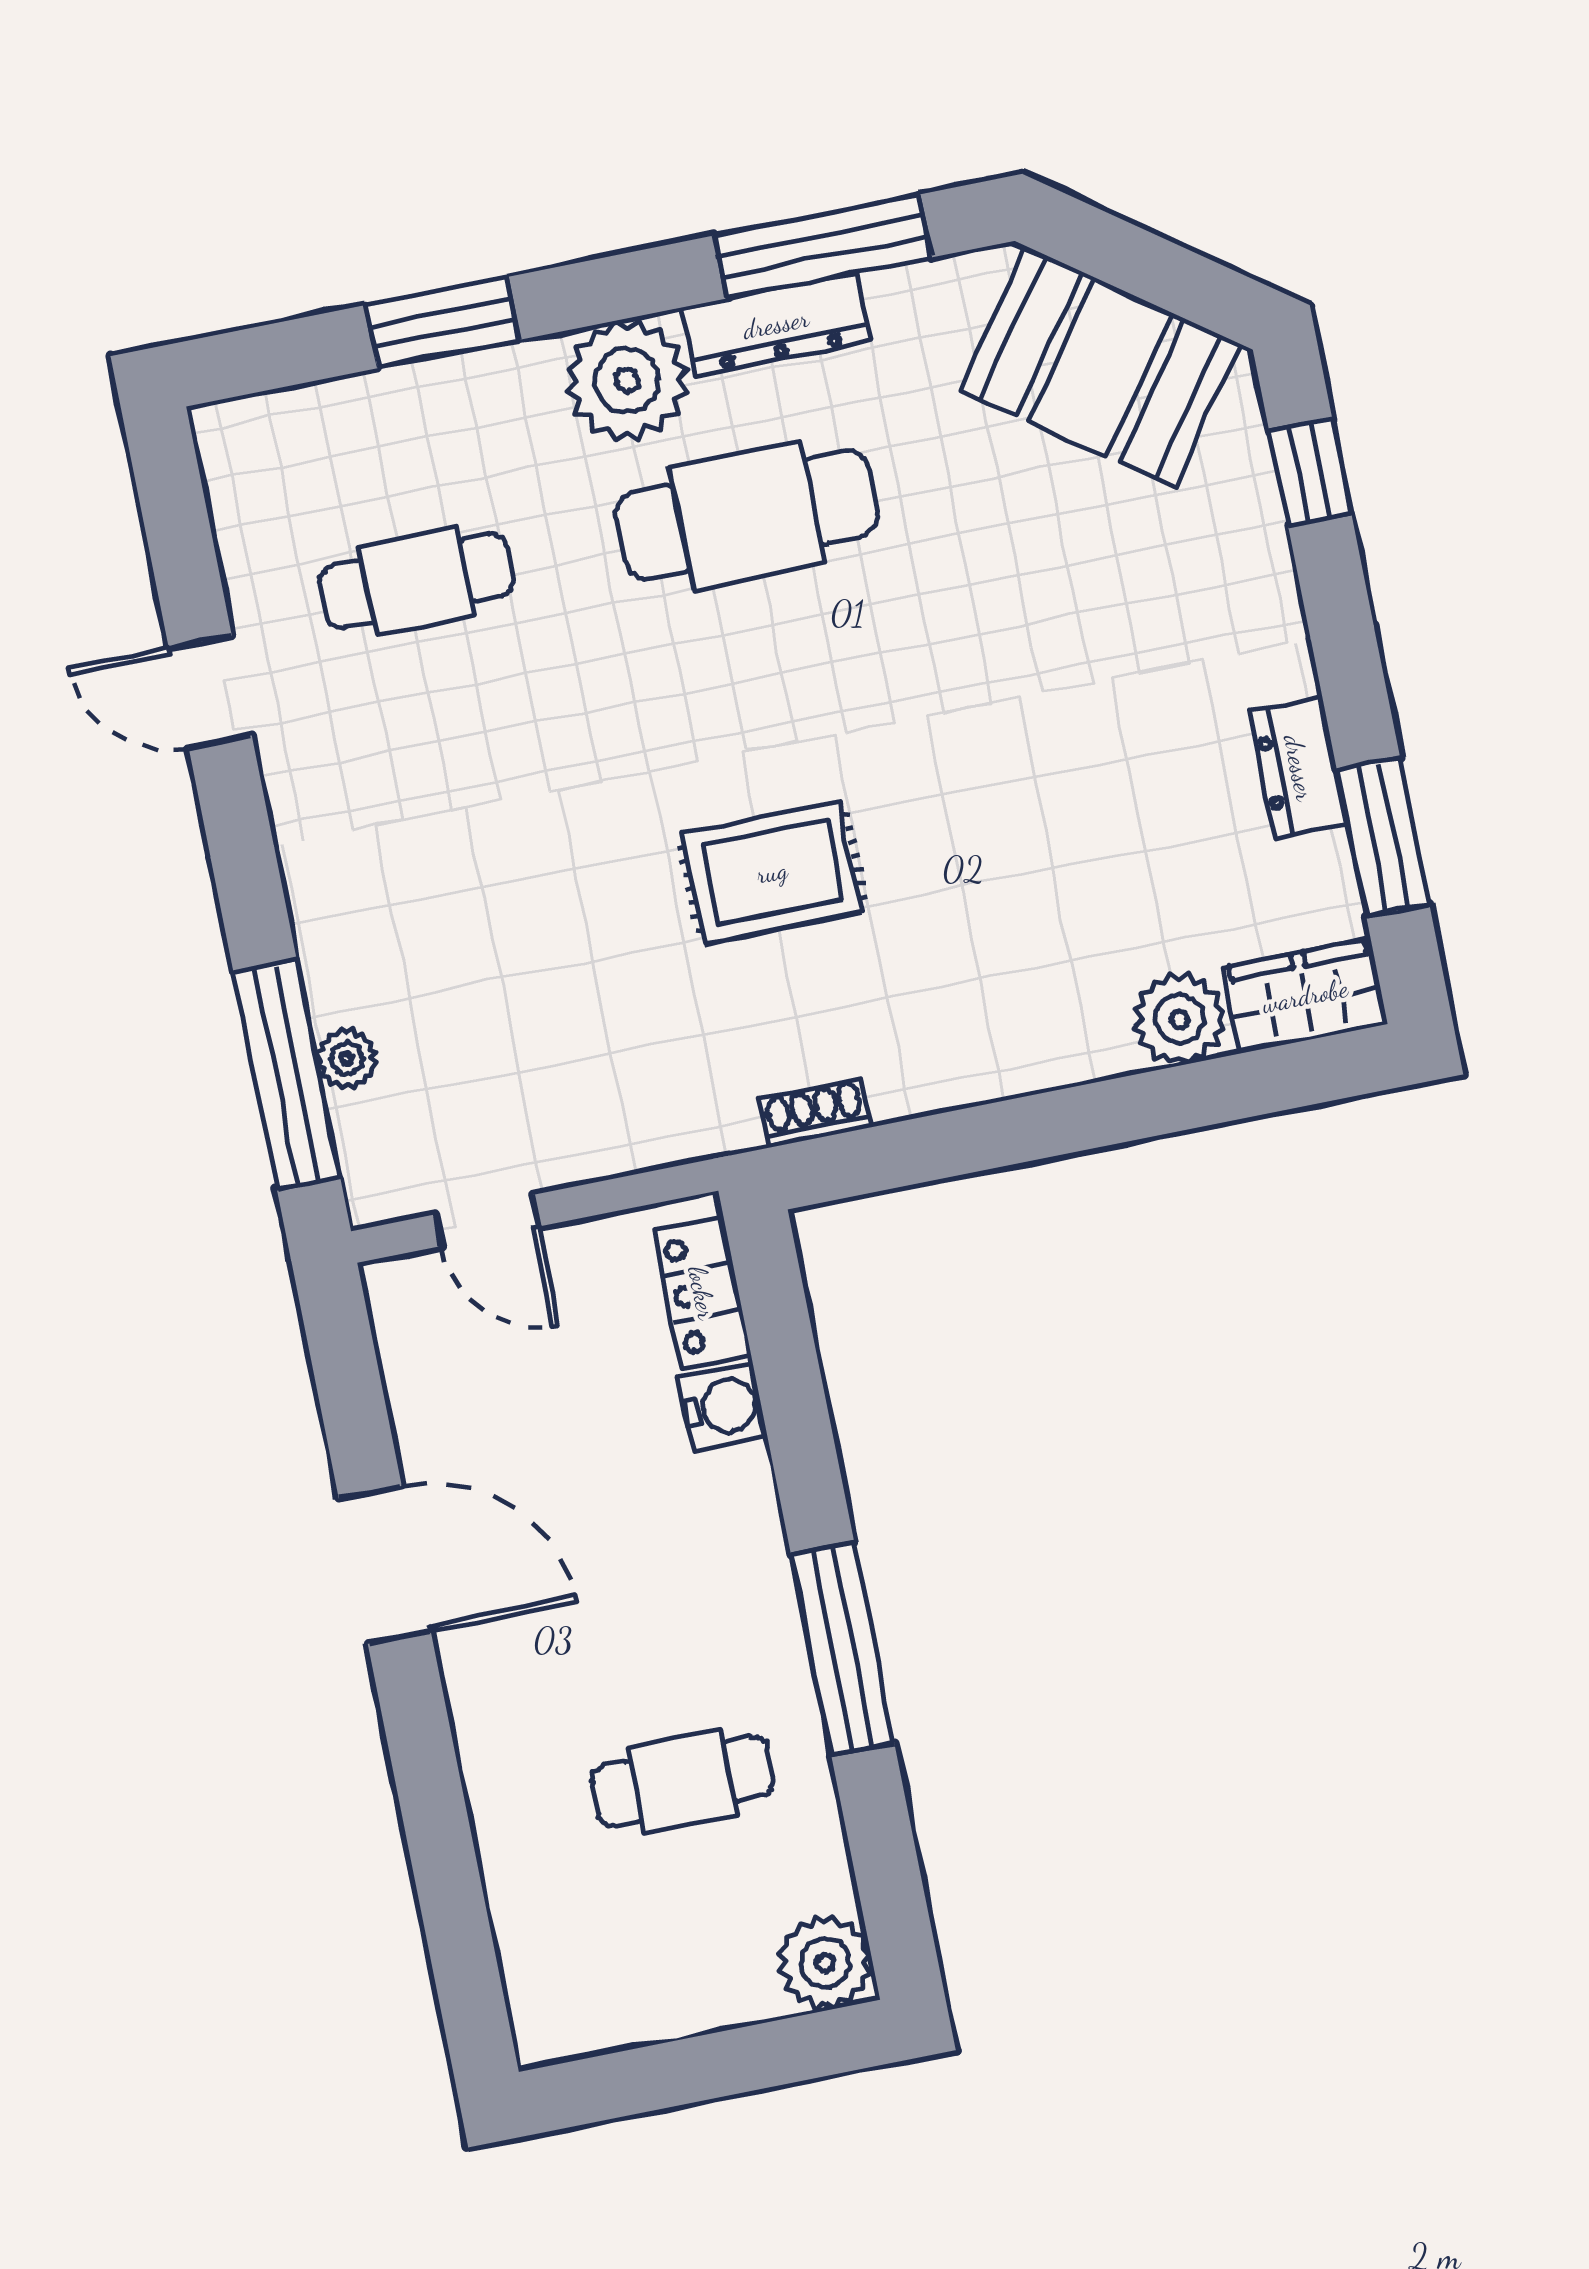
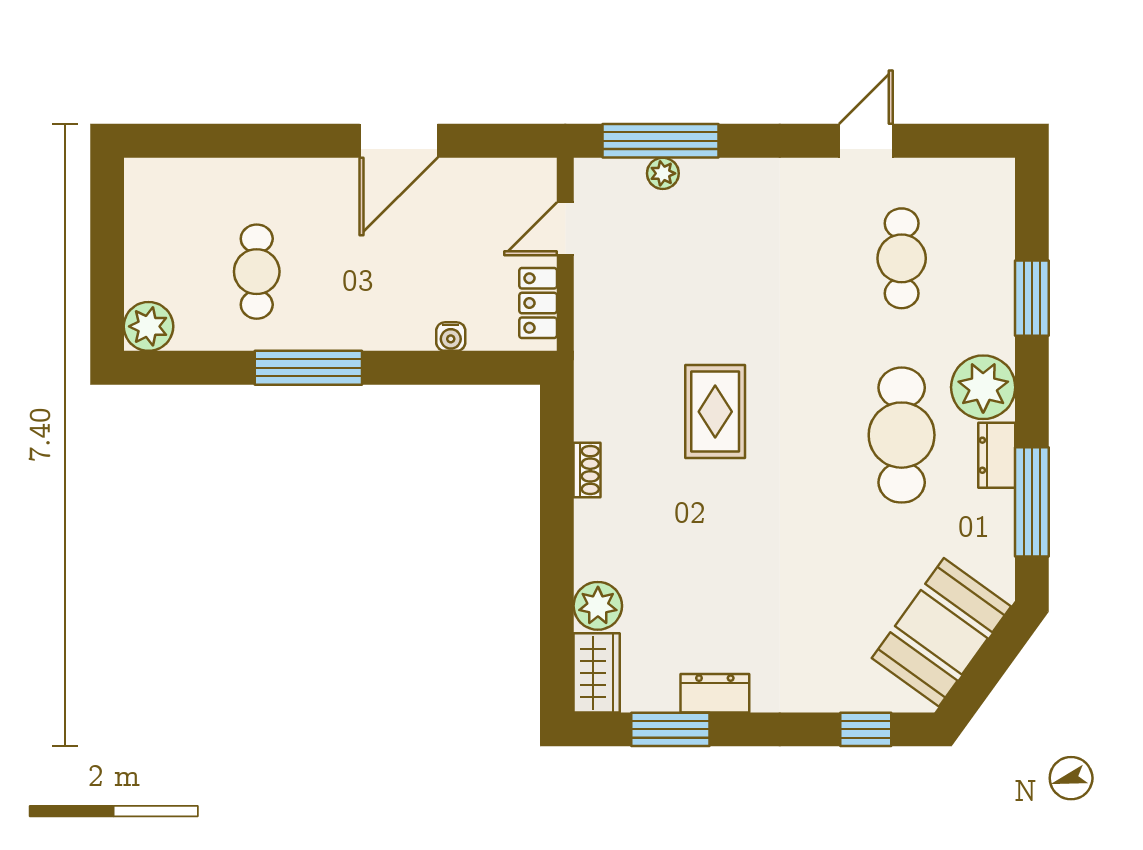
dresser: (776, 324) -> (997, 455), width x0.70
shoe rack: (815, 1113) -> (587, 470), moved
locker: (702, 1293) -> (538, 303), moved, turned -90
water cooler: (723, 1407) -> (451, 337), width x0.72, depth x0.72

